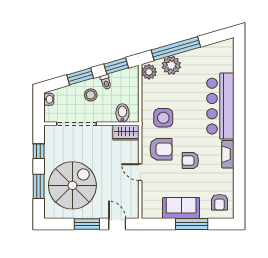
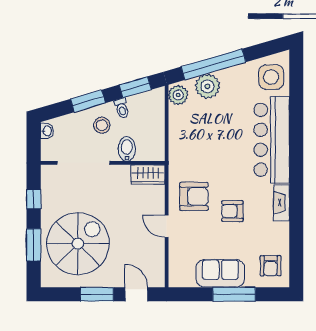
bidet: (122, 113) -> (127, 149), moved
side table: (163, 118) -> (271, 77), moved

